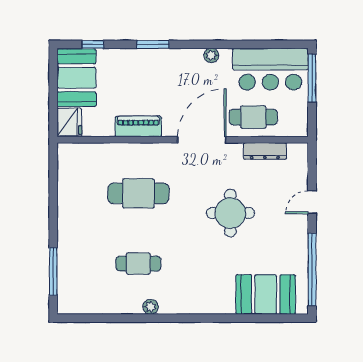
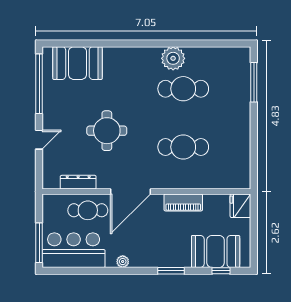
booth: (76, 78) -> (216, 251), moved, turned 90
cafe table: (138, 264) -> (183, 89), width x1.37, depth x1.35
plant: (151, 307) -> (173, 58), width x1.88, depth x1.88

